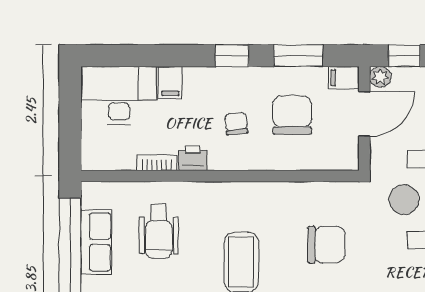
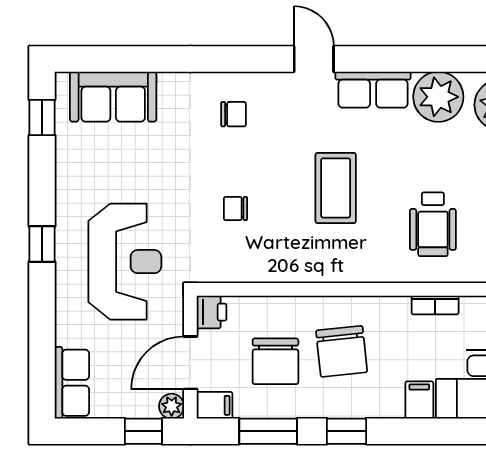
chair: (236, 124) -> (342, 351), width x1.87, depth x1.87
printer: (193, 158) -> (212, 312), moved, turned -90
wheelchair: (159, 231) -> (433, 224), turned 180
chair: (326, 245) -> (235, 209), width x0.54, depth x0.54

